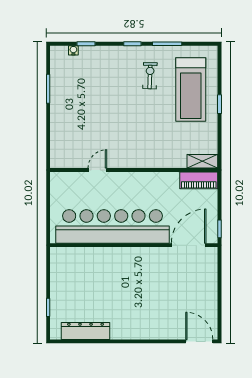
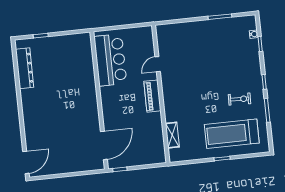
shelving: (202, 161) -> (172, 135), moved
door: (97, 170) -> (158, 64), swing flipped
piano: (199, 180) -> (152, 96), moved
bar counter: (113, 226) -> (110, 60), width x0.54
door: (189, 245) -> (104, 145), hinge flipped

